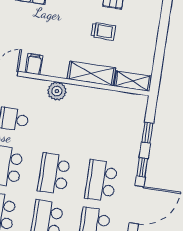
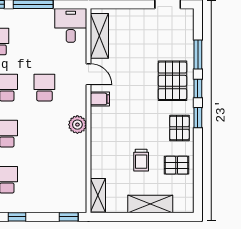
shelving: (91, 73) -> (150, 204), moved, turned 90
window: (147, 133) -> (69, 217), moved

